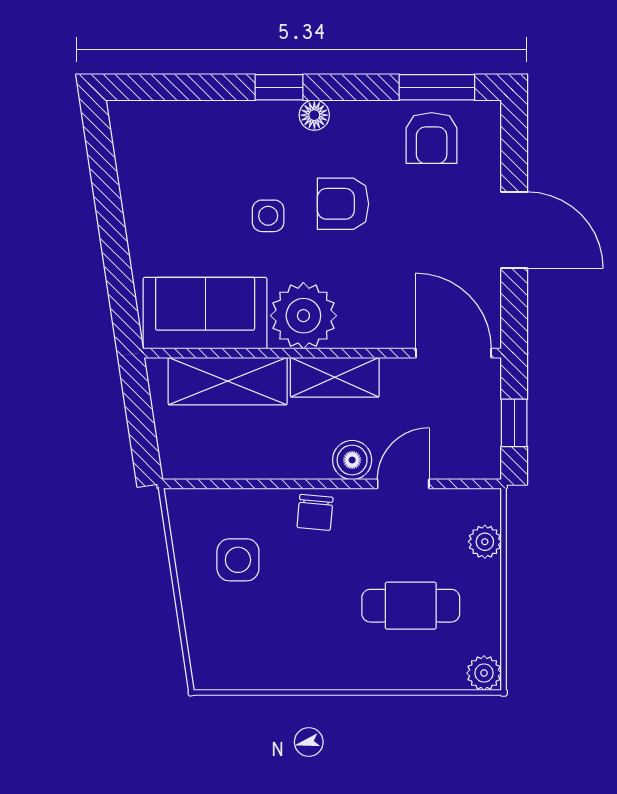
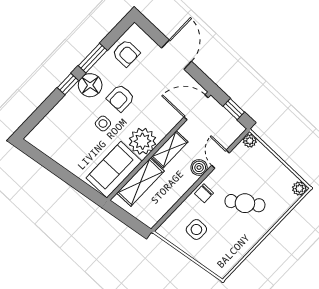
window: (437, 87) -> (93, 58), moved
floor lamp: (314, 115) -> (90, 85), width x1.89, depth x1.89
door: (514, 230) -> (177, 55), hinge flipped
chair: (315, 512) -> (204, 193), turned 85
plant: (485, 542) -> (250, 141), moved
cafe table: (411, 606) -> (245, 203), moved, turned 55

